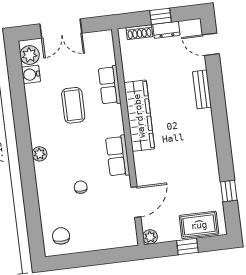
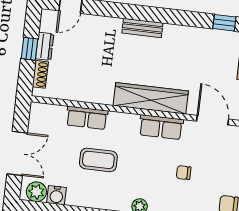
bench: (202, 89) -> (142, 28), moved
wardrobe: (139, 116) -> (151, 98), moved

